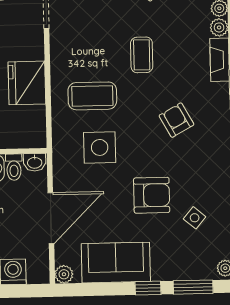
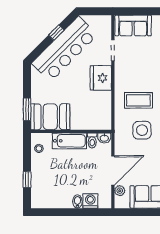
fridge: (27, 83) -> (101, 78), moved
plant: (64, 274) -> (120, 191), moved

